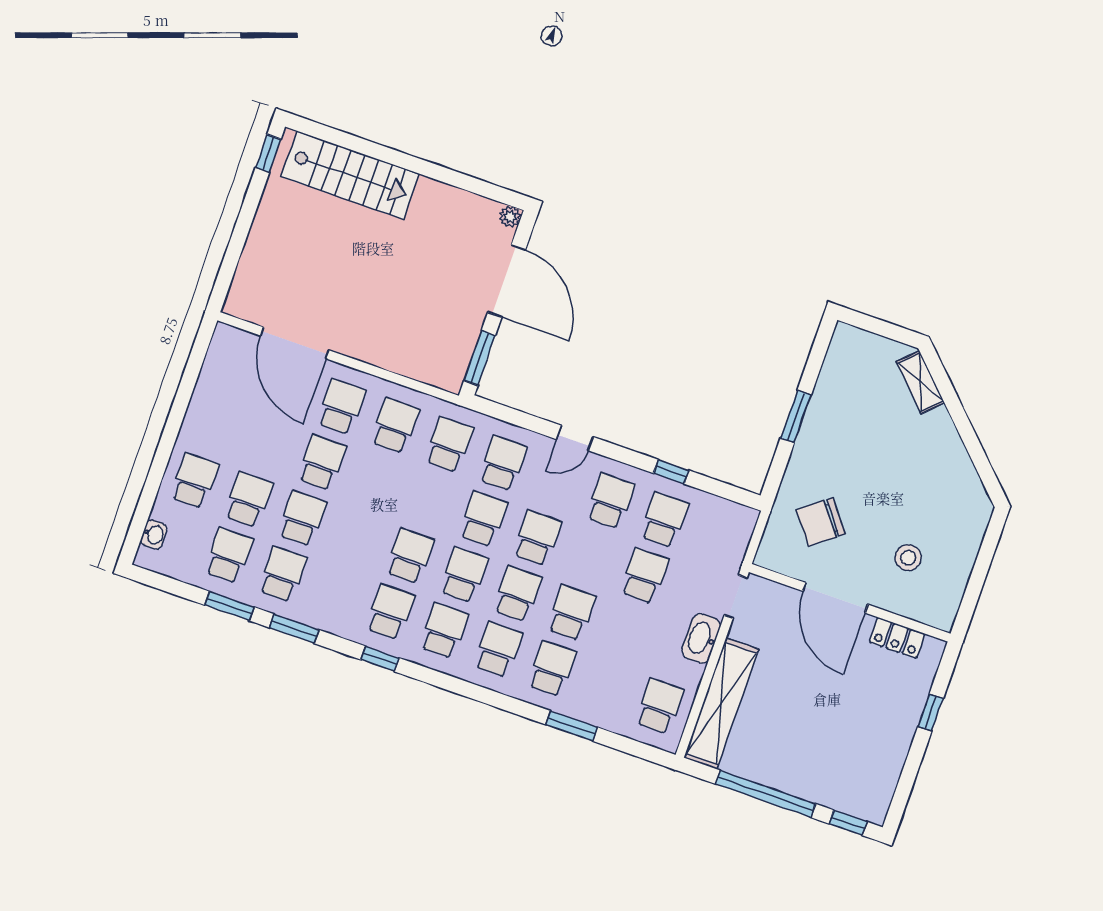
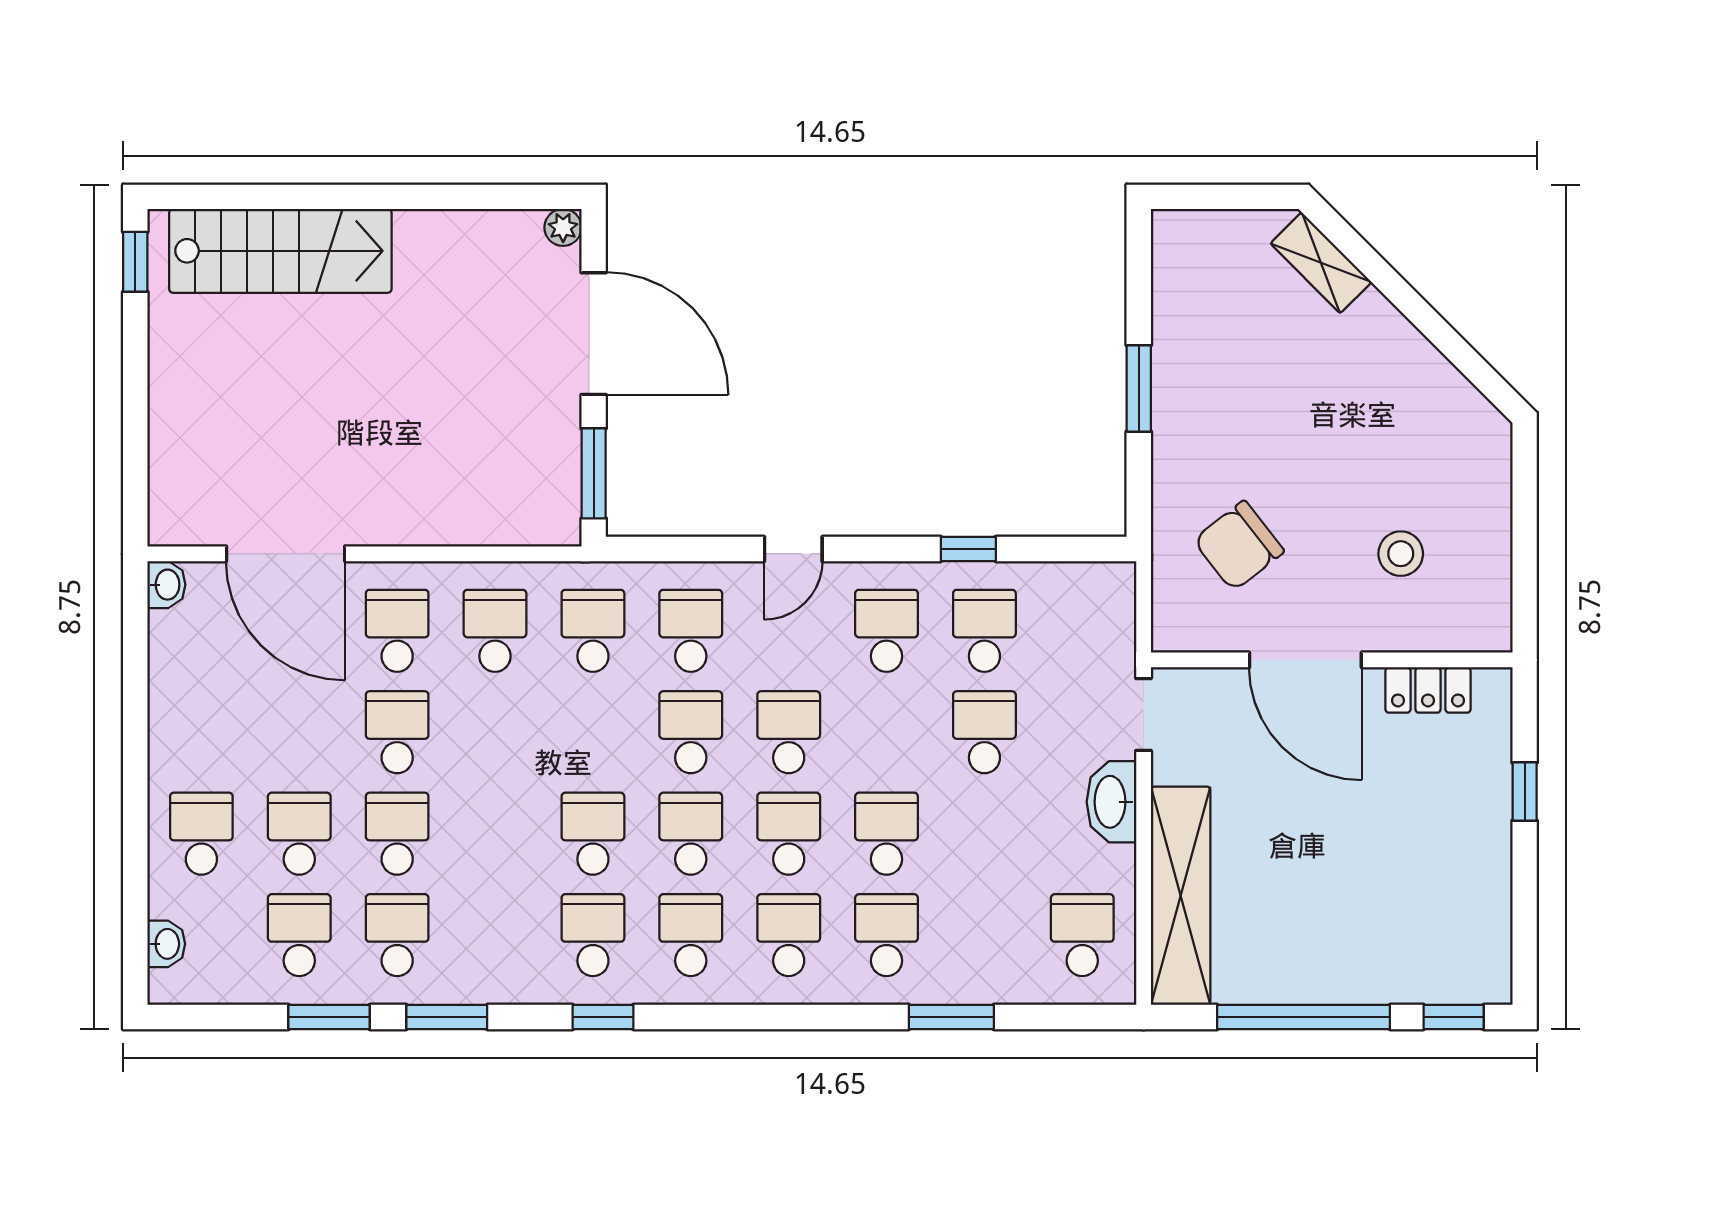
washbasin: (223, 337) -> (166, 585), added

